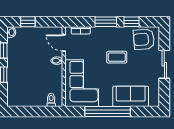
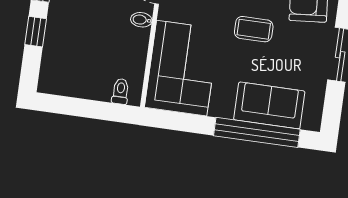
window: (108, 111) -> (257, 132), moved

